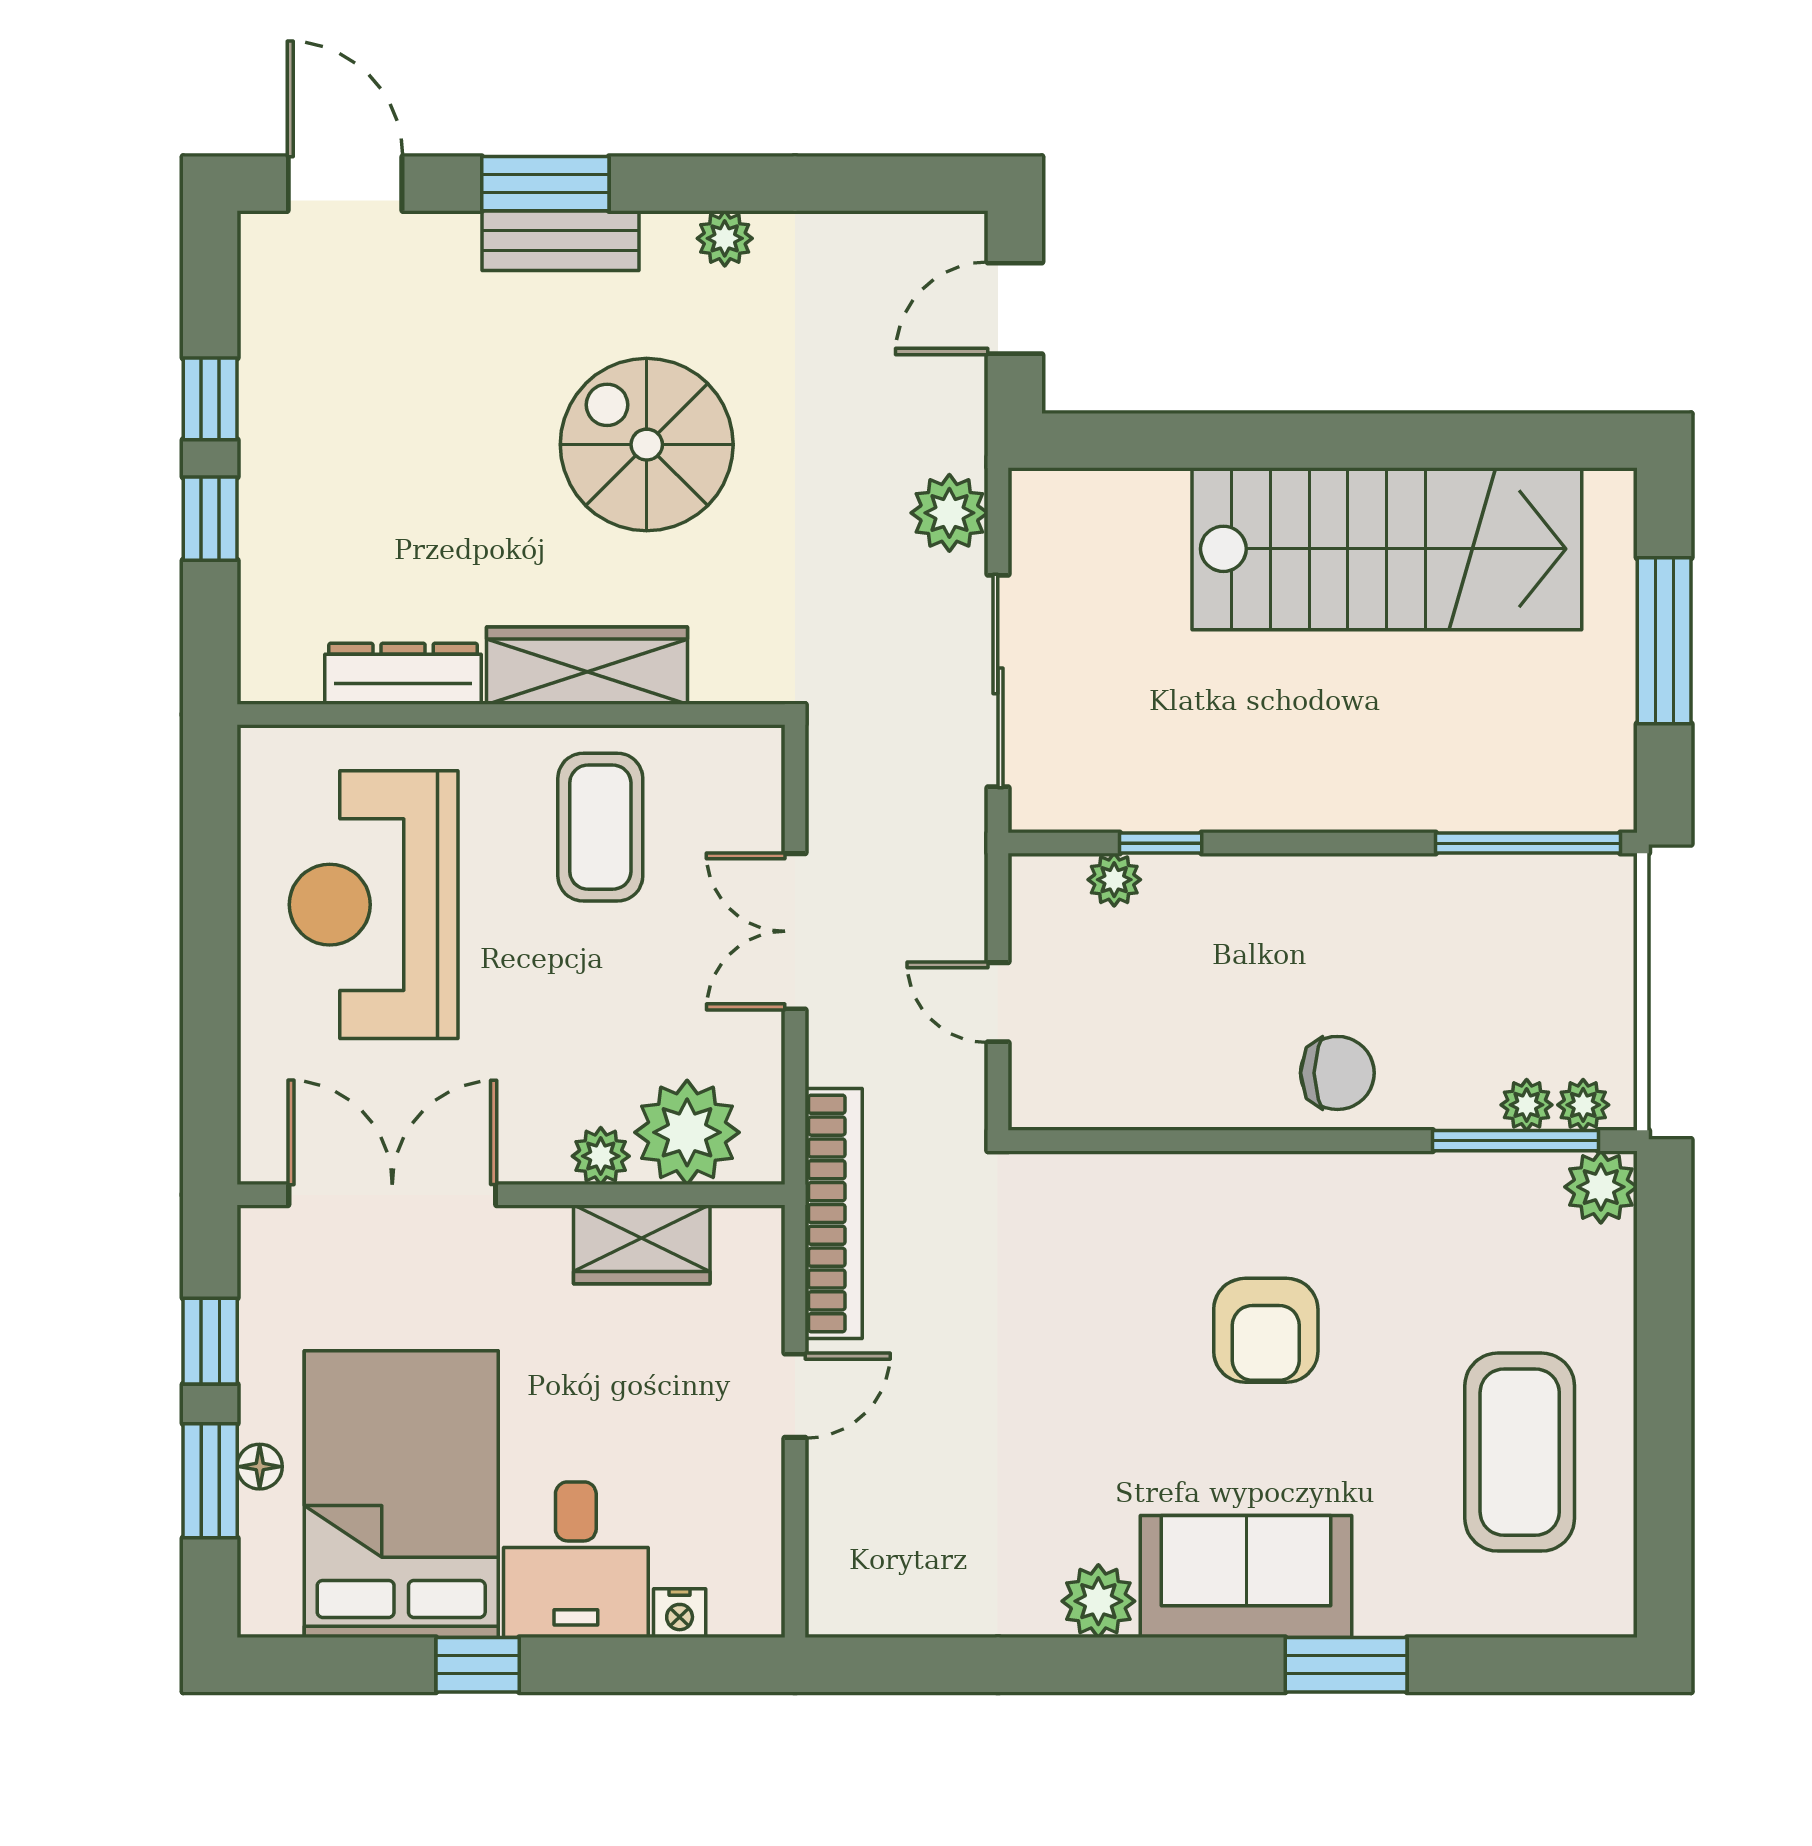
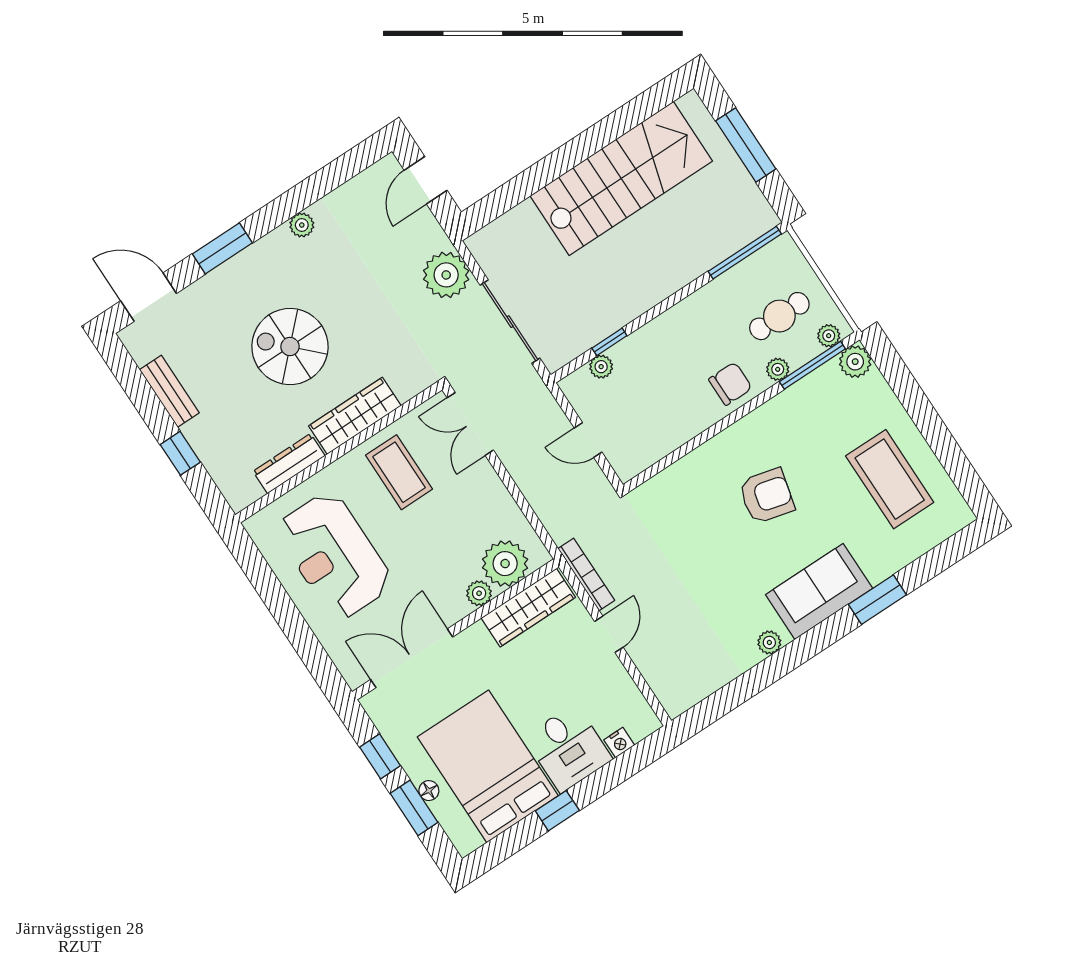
bench: (561, 241) -> (169, 391), moved, turned 90
window: (210, 399) -> (151, 409), removed
spiral stairs: (647, 445) -> (290, 347), moved
plant: (949, 513) -> (446, 275), width x1.36, depth x1.36
double door: (795, 931) -> (470, 424), moved
cafe table: (1514, 1006) -> (779, 316), added
plant: (1527, 1105) -> (778, 369), moved
bookcase: (834, 1213) -> (586, 574), width x0.68, depth x0.76
wardrobe: (642, 1244) -> (528, 608), width x1.50
armchair: (1266, 1330) -> (767, 496), turned -76
plant: (1098, 1601) -> (769, 642), width x0.73, depth x0.73

